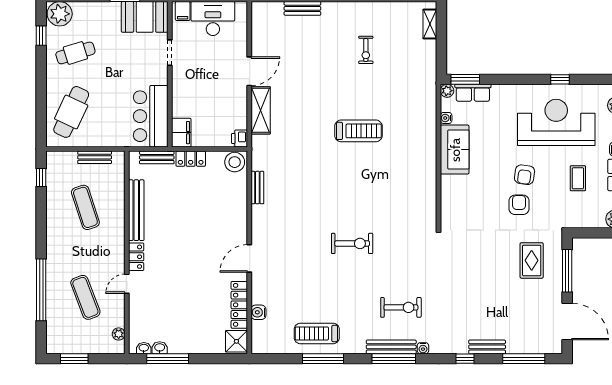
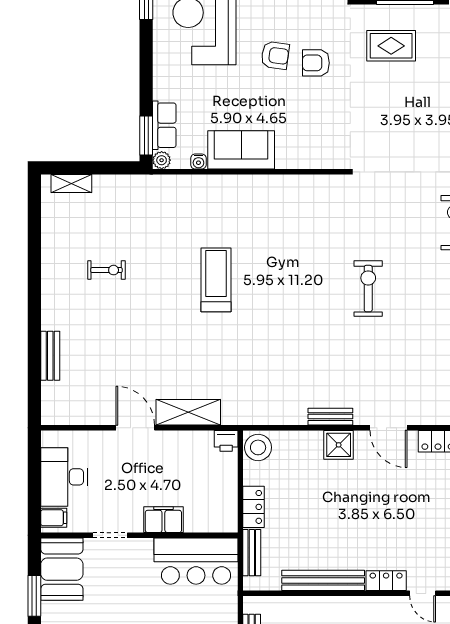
filing cabinet: (181, 133) -> (163, 520), moved
bench: (257, 188) -> (330, 417), moved
shower: (237, 222) -> (339, 445), added

